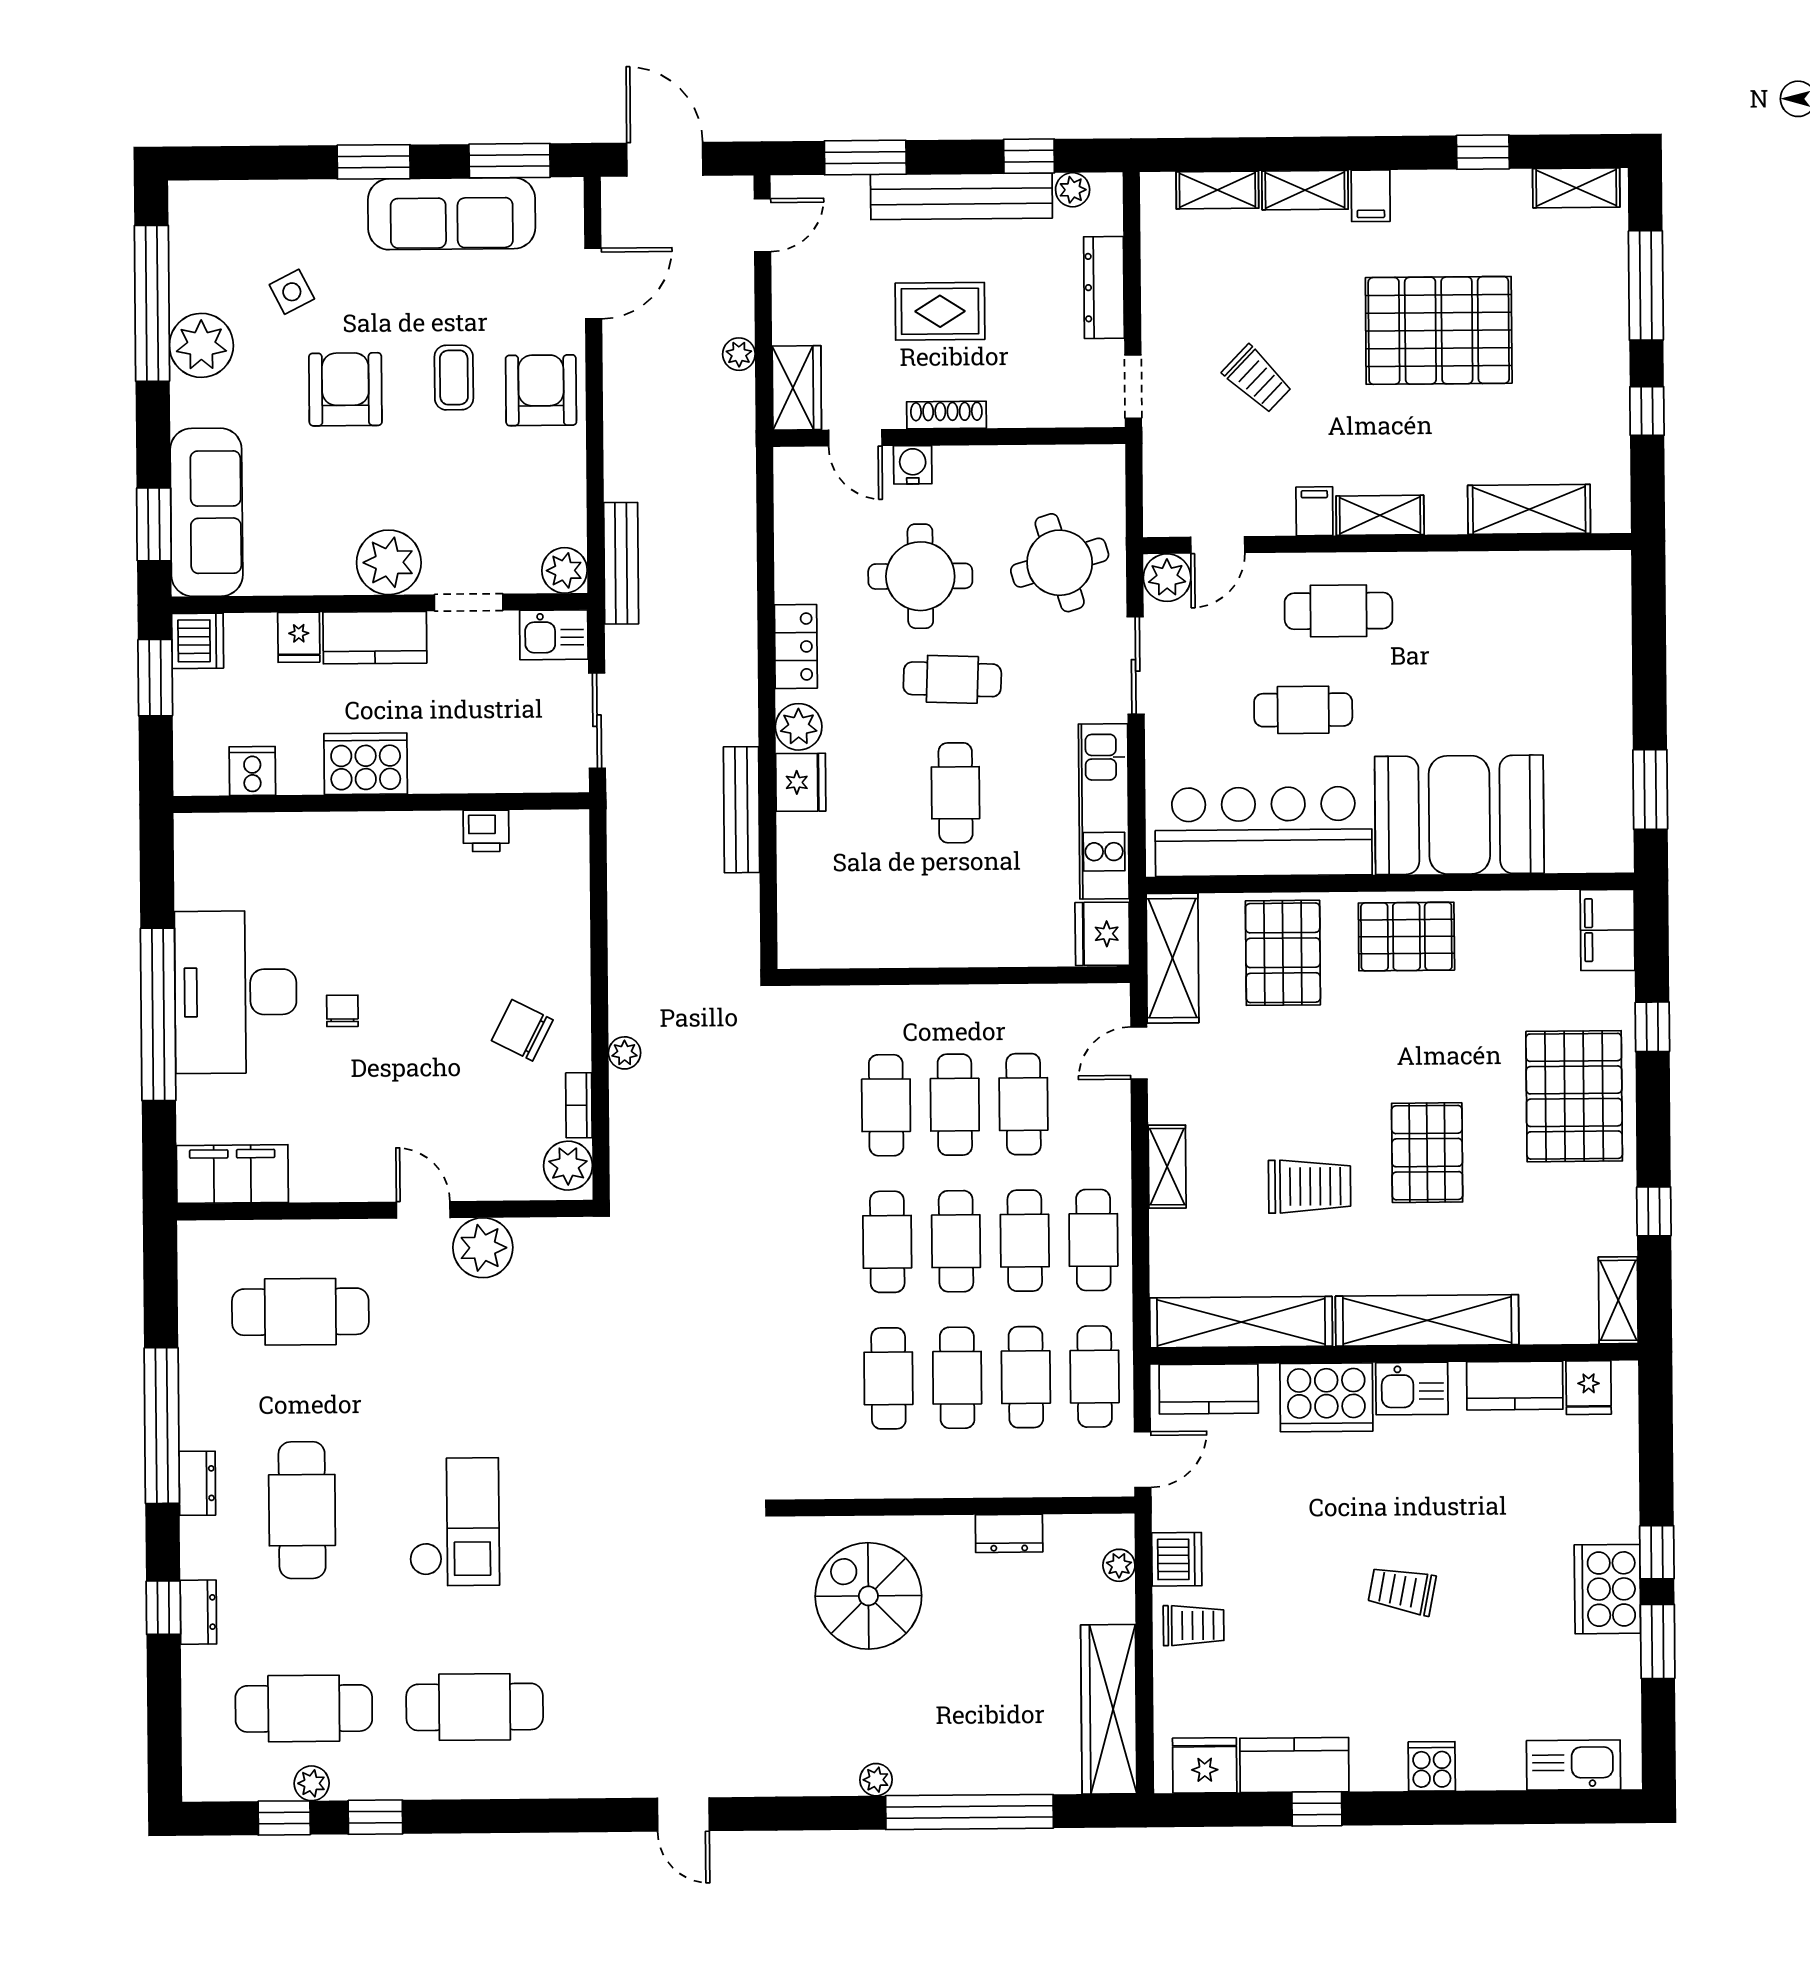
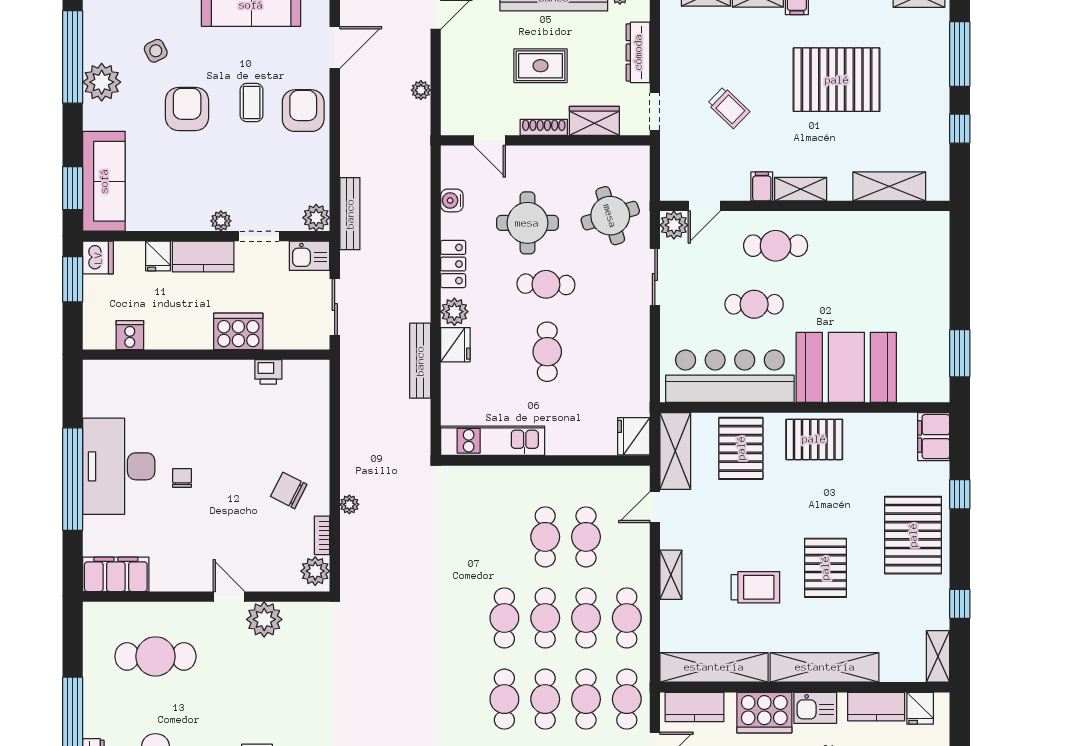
wardrobe: (797, 388) -> (594, 121), moved, turned -90
water cooler: (913, 465) -> (452, 200), moved, turned -90
plant: (389, 562) -> (221, 221), width x0.53, depth x0.53
cooker: (366, 764) -> (238, 331), moved
kitchen unit: (1104, 811) -> (493, 441), moved, turned 90
cafe table: (886, 1105) -> (504, 537), removed

